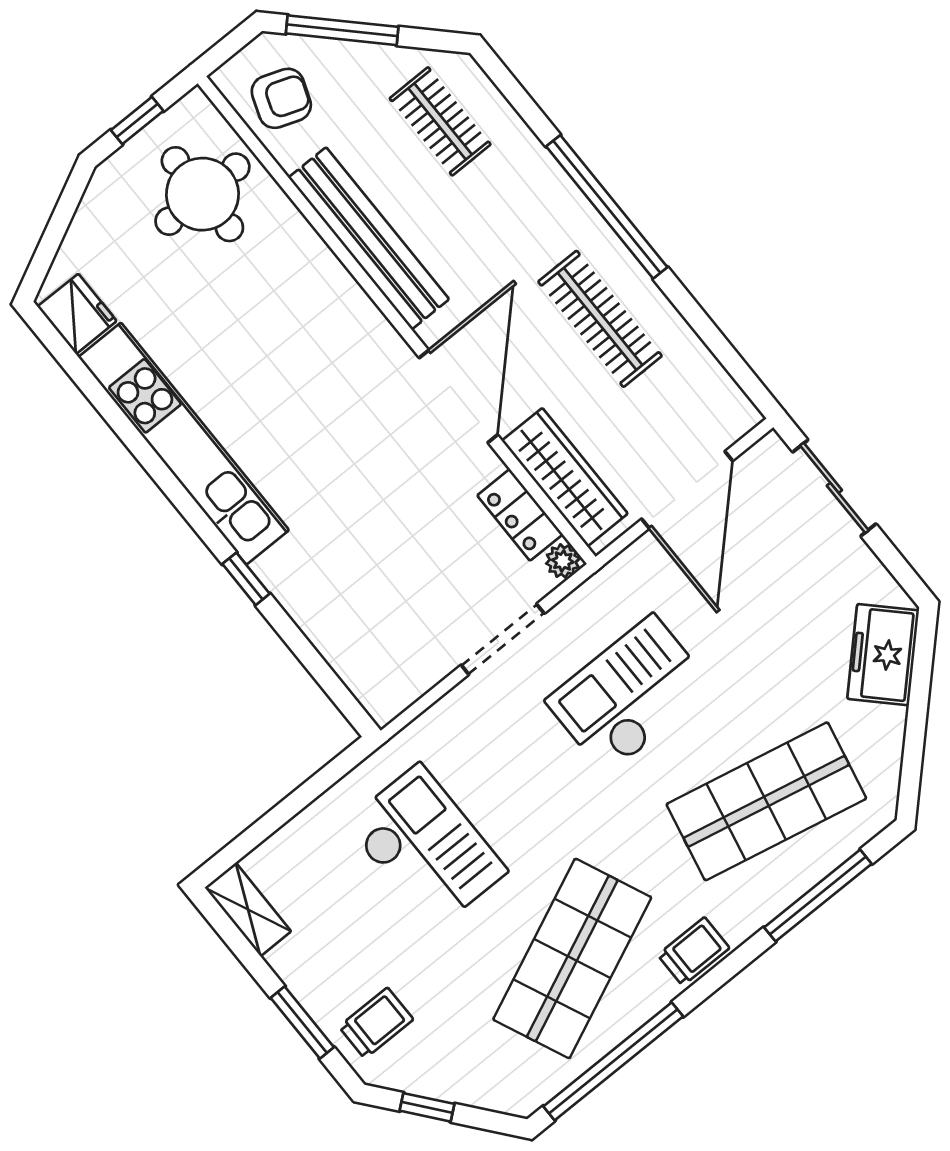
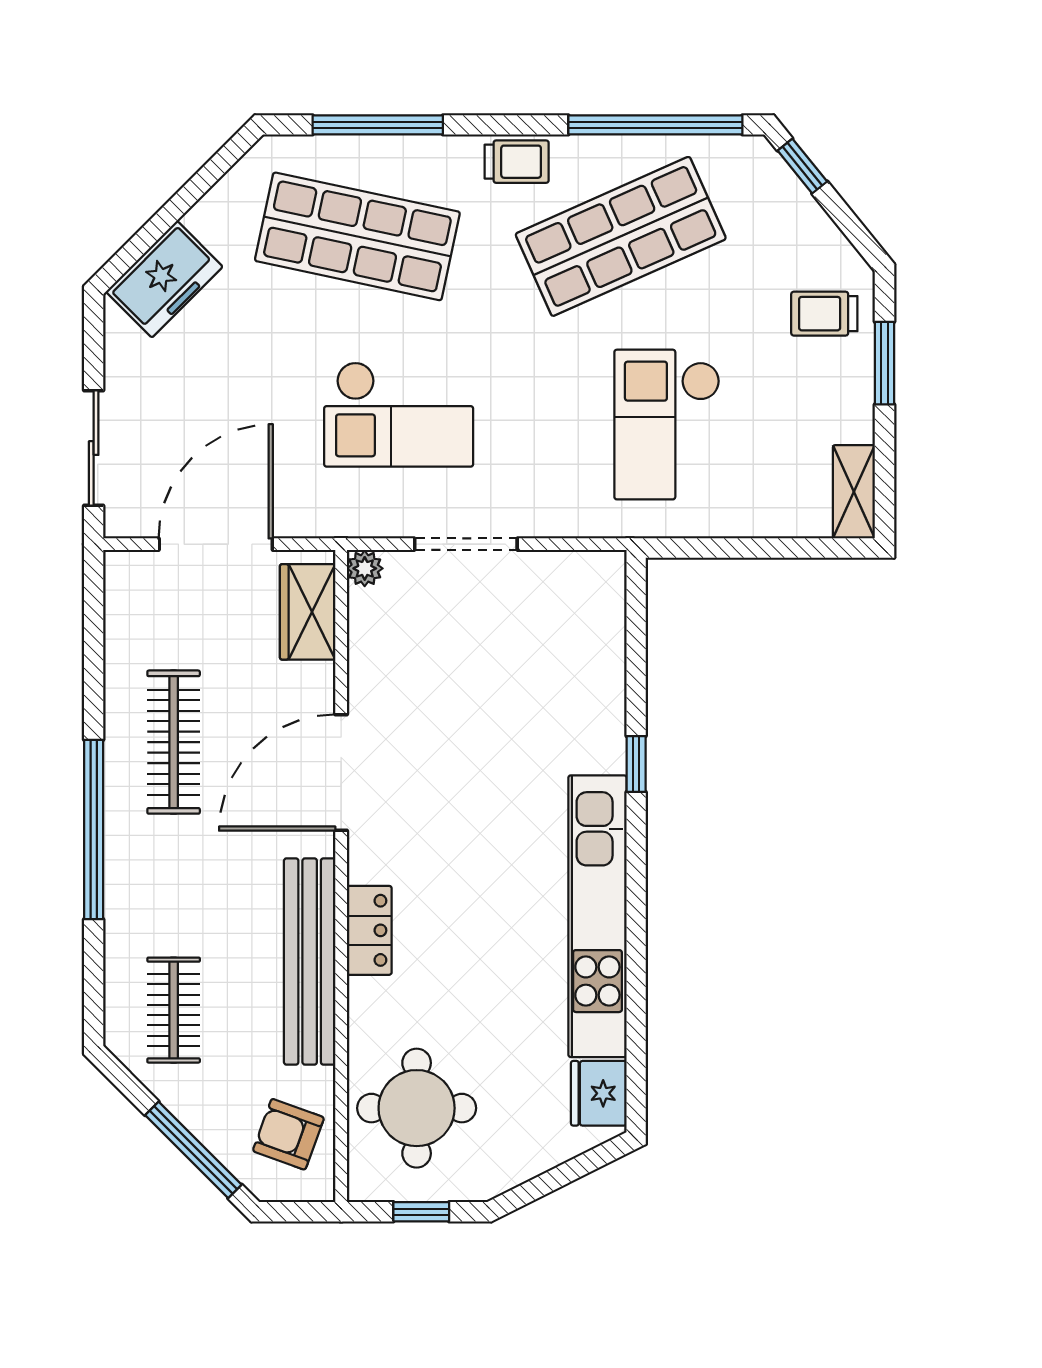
wardrobe: (565, 477) -> (308, 612), width x0.67
locker: (520, 515) -> (369, 930), moved
trolley: (694, 951) -> (517, 162), turned 180
window: (427, 1107) -> (802, 166), moved

